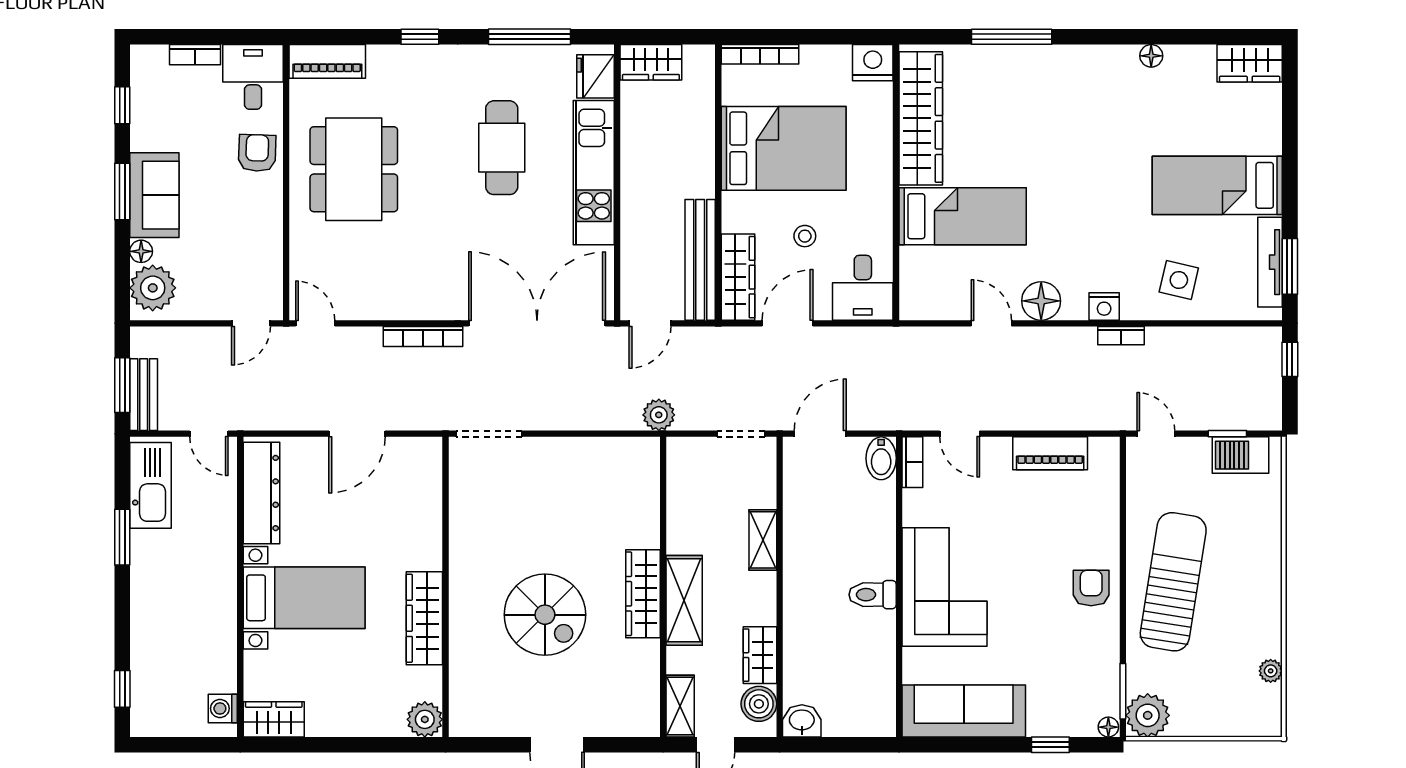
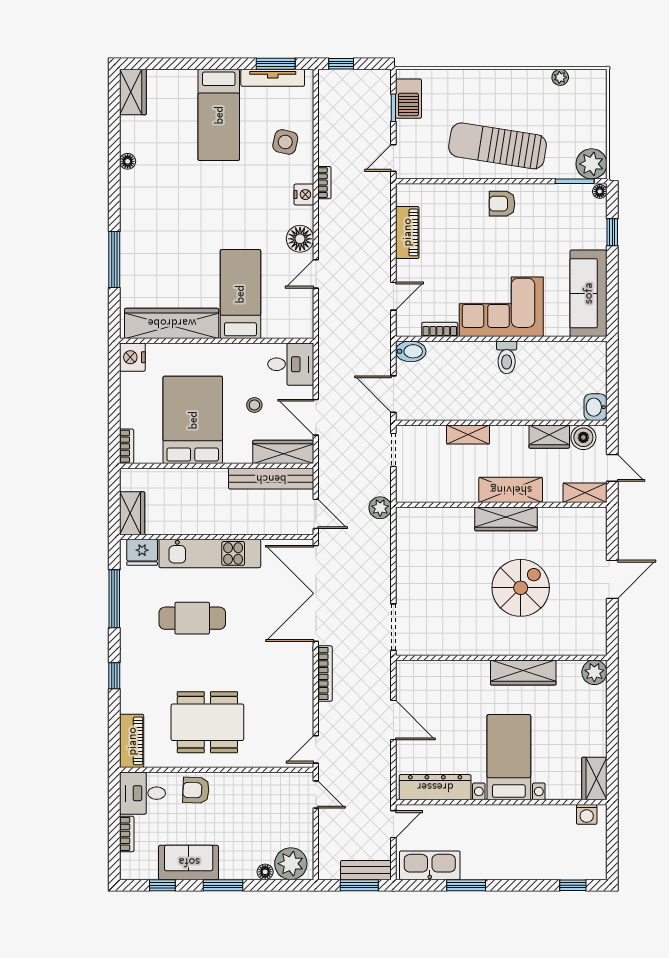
bookcase: (760, 54) -> (127, 446), width x0.64
sofa: (154, 195) -> (189, 862), moved
bookcase: (912, 462) -> (440, 329), moved

